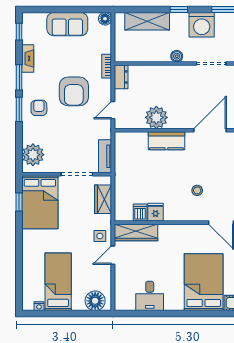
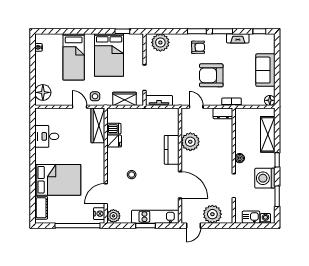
bed: (40, 202) -> (109, 55), moved, turned -90
bed: (58, 282) -> (74, 57), moved, turned 90

